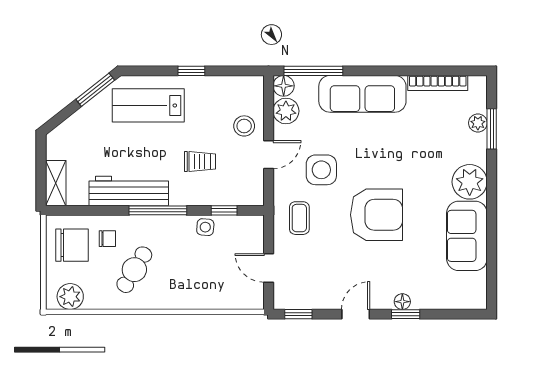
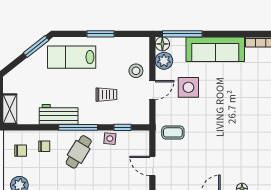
window: (191, 71) -> (101, 34), width x1.50
side table: (321, 170) -> (188, 87), moved
workbench: (129, 191) -> (59, 114), width x0.73
armchair: (376, 215) -> (225, 130), removed
coffee table: (299, 218) -> (173, 132), turned 90
chair: (72, 245) -> (21, 151), width x0.54, depth x0.54
cafe table: (134, 270) -> (79, 152), moved

